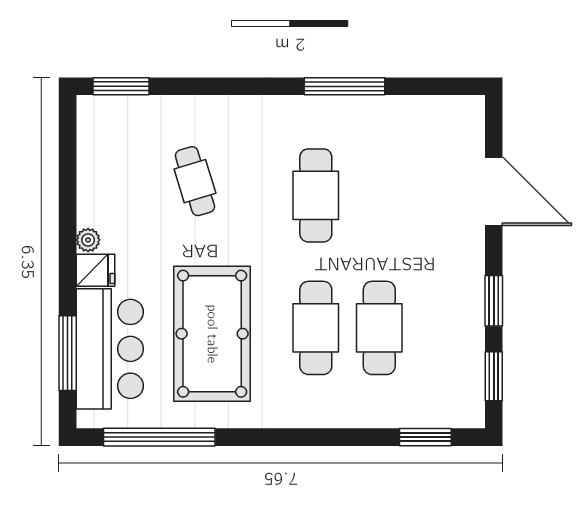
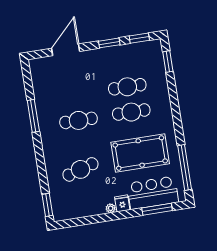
cafe table: (195, 181) -> (80, 169), width x1.37, depth x1.35

